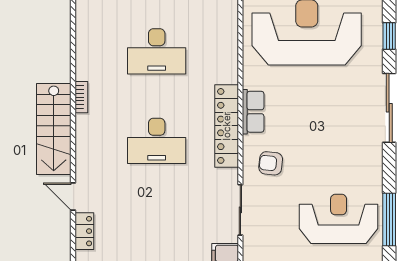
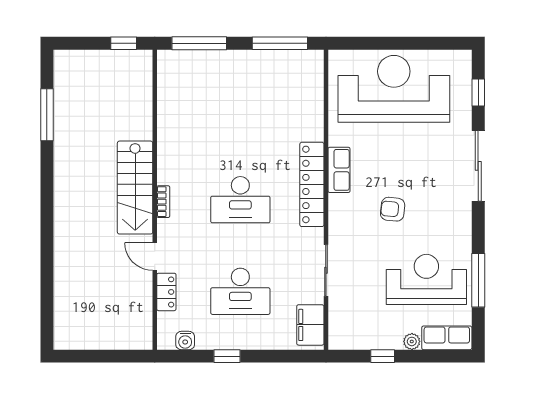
desk: (157, 51) -> (240, 291), moved
bookcase: (81, 97) -> (163, 202), moved
armchair: (271, 163) -> (393, 209), moved

